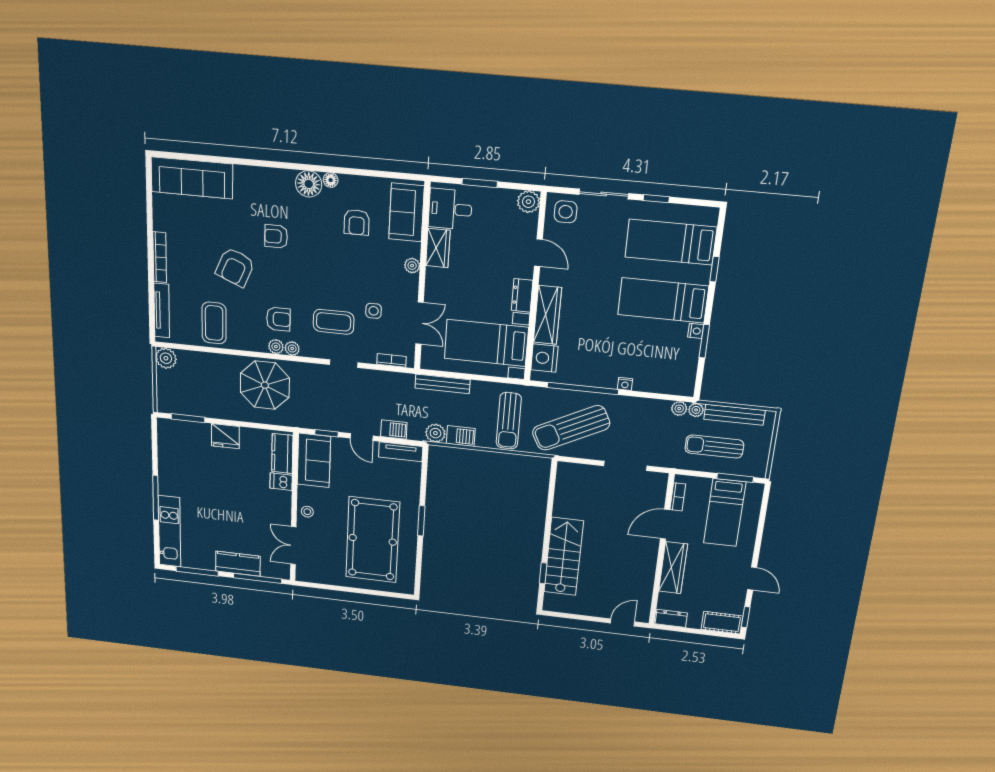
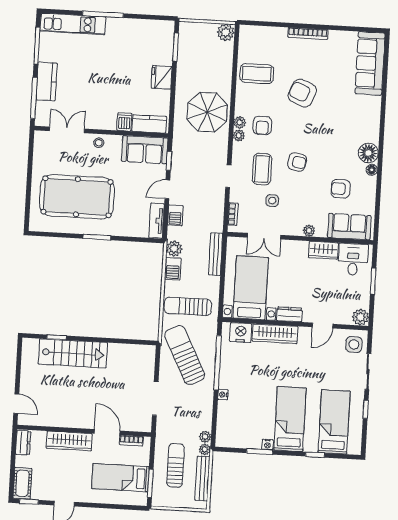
armchair: (276, 236) -> (297, 162), moved, turned 100
tv unit: (162, 310) -> (265, 32), removed

